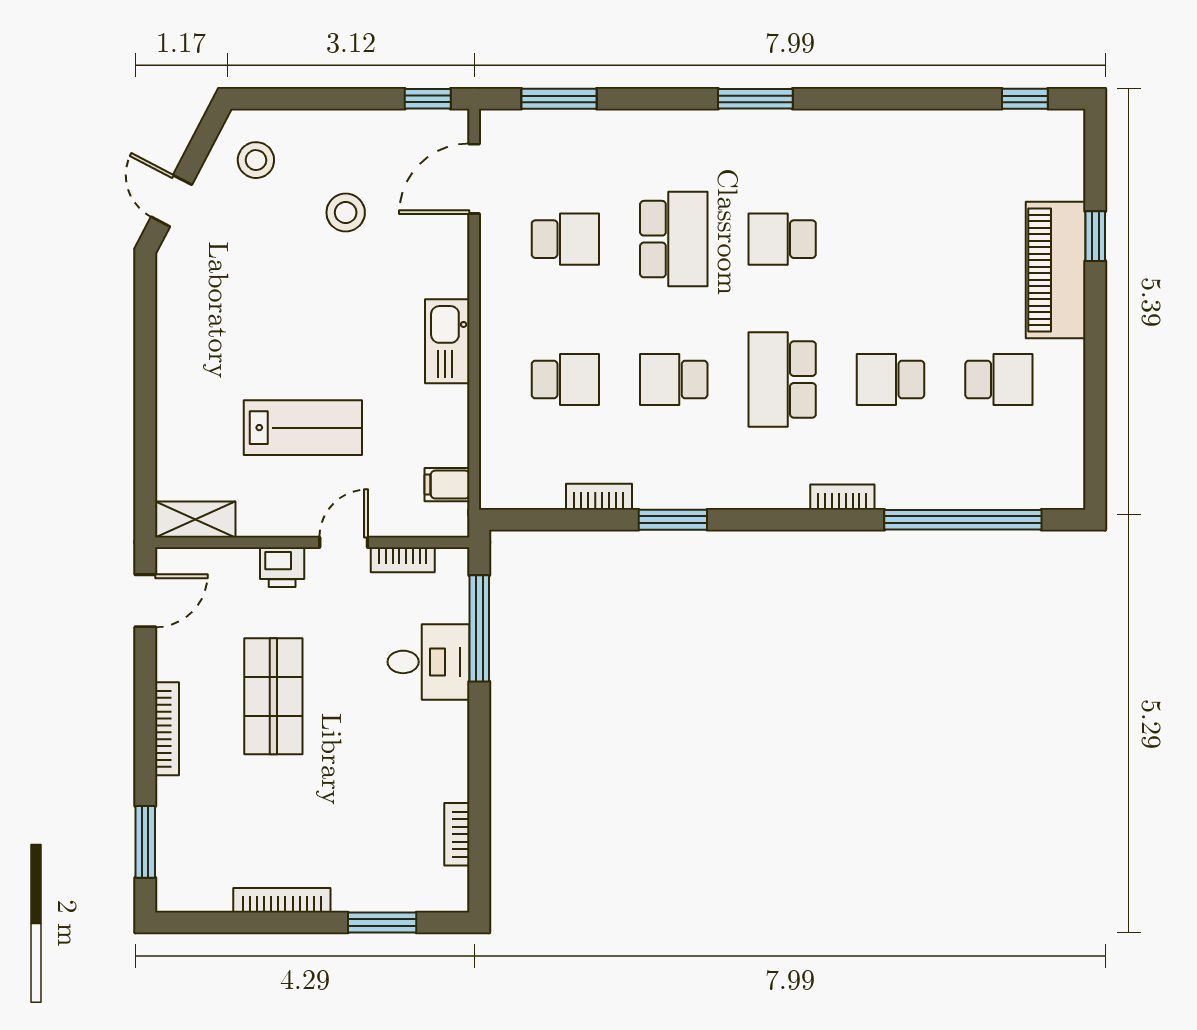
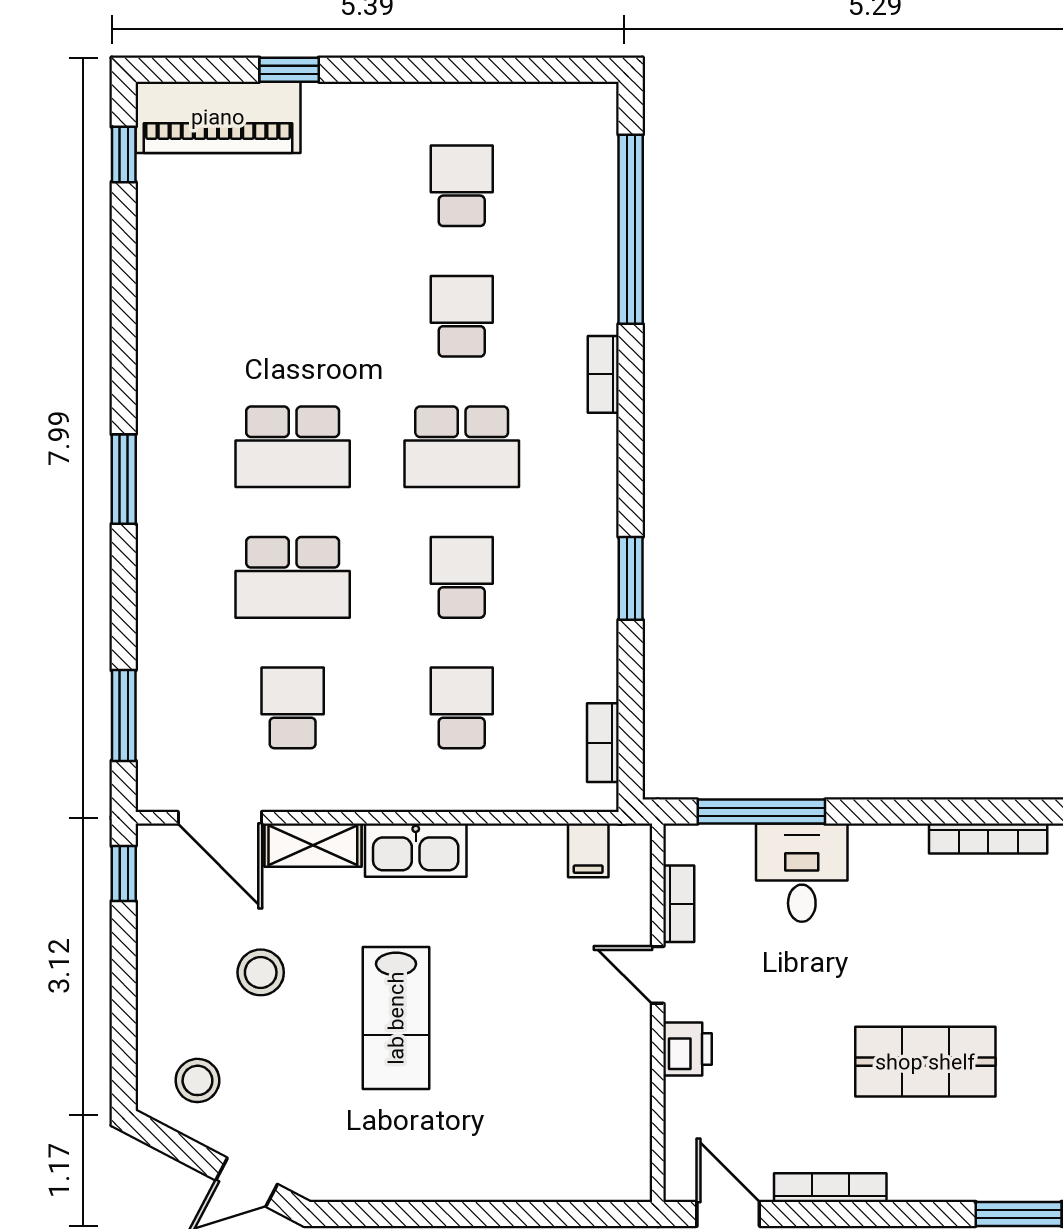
school desk: (674, 239) -> (293, 577), turned 180
school desk: (782, 239) -> (293, 447), width x1.85
piano: (1056, 270) -> (218, 117), moved
school desk: (674, 379) -> (462, 577), turned 180
school desk: (891, 379) -> (462, 316), turned 180
lab bench: (303, 428) -> (396, 1018), moved, turned 180
bookcase: (599, 497) -> (603, 743), moved
shelving: (195, 519) -> (313, 845), moved, turned 90
shop shelf: (273, 696) -> (925, 1062), moved
bookcase: (167, 729) -> (830, 1188), moved
bookcase: (457, 834) -> (988, 839), width x1.56

